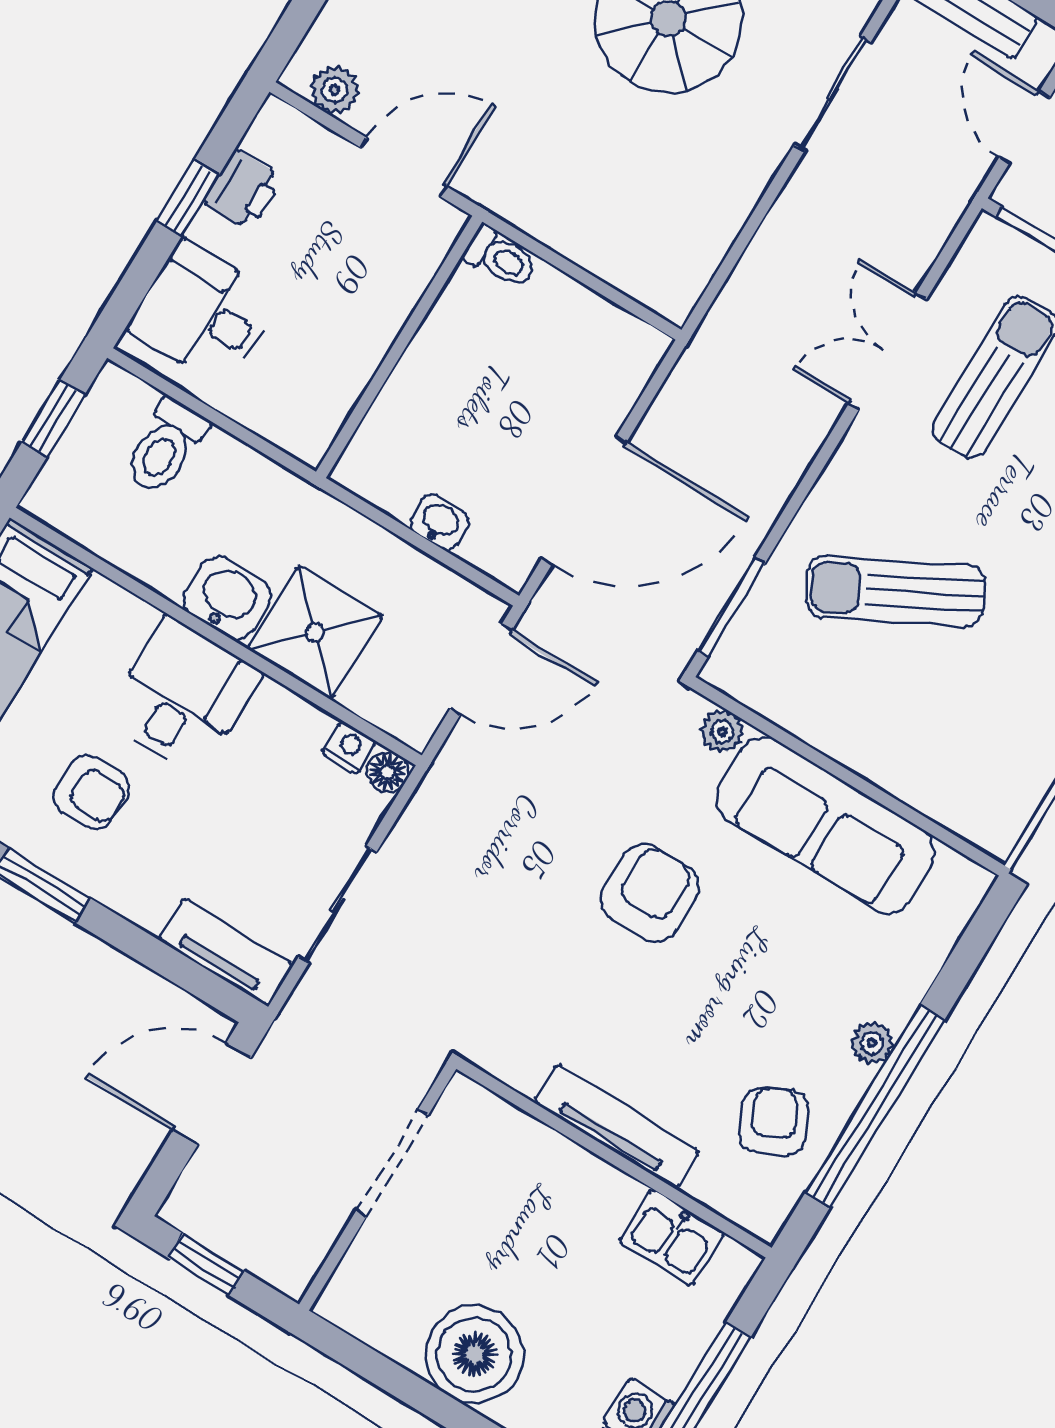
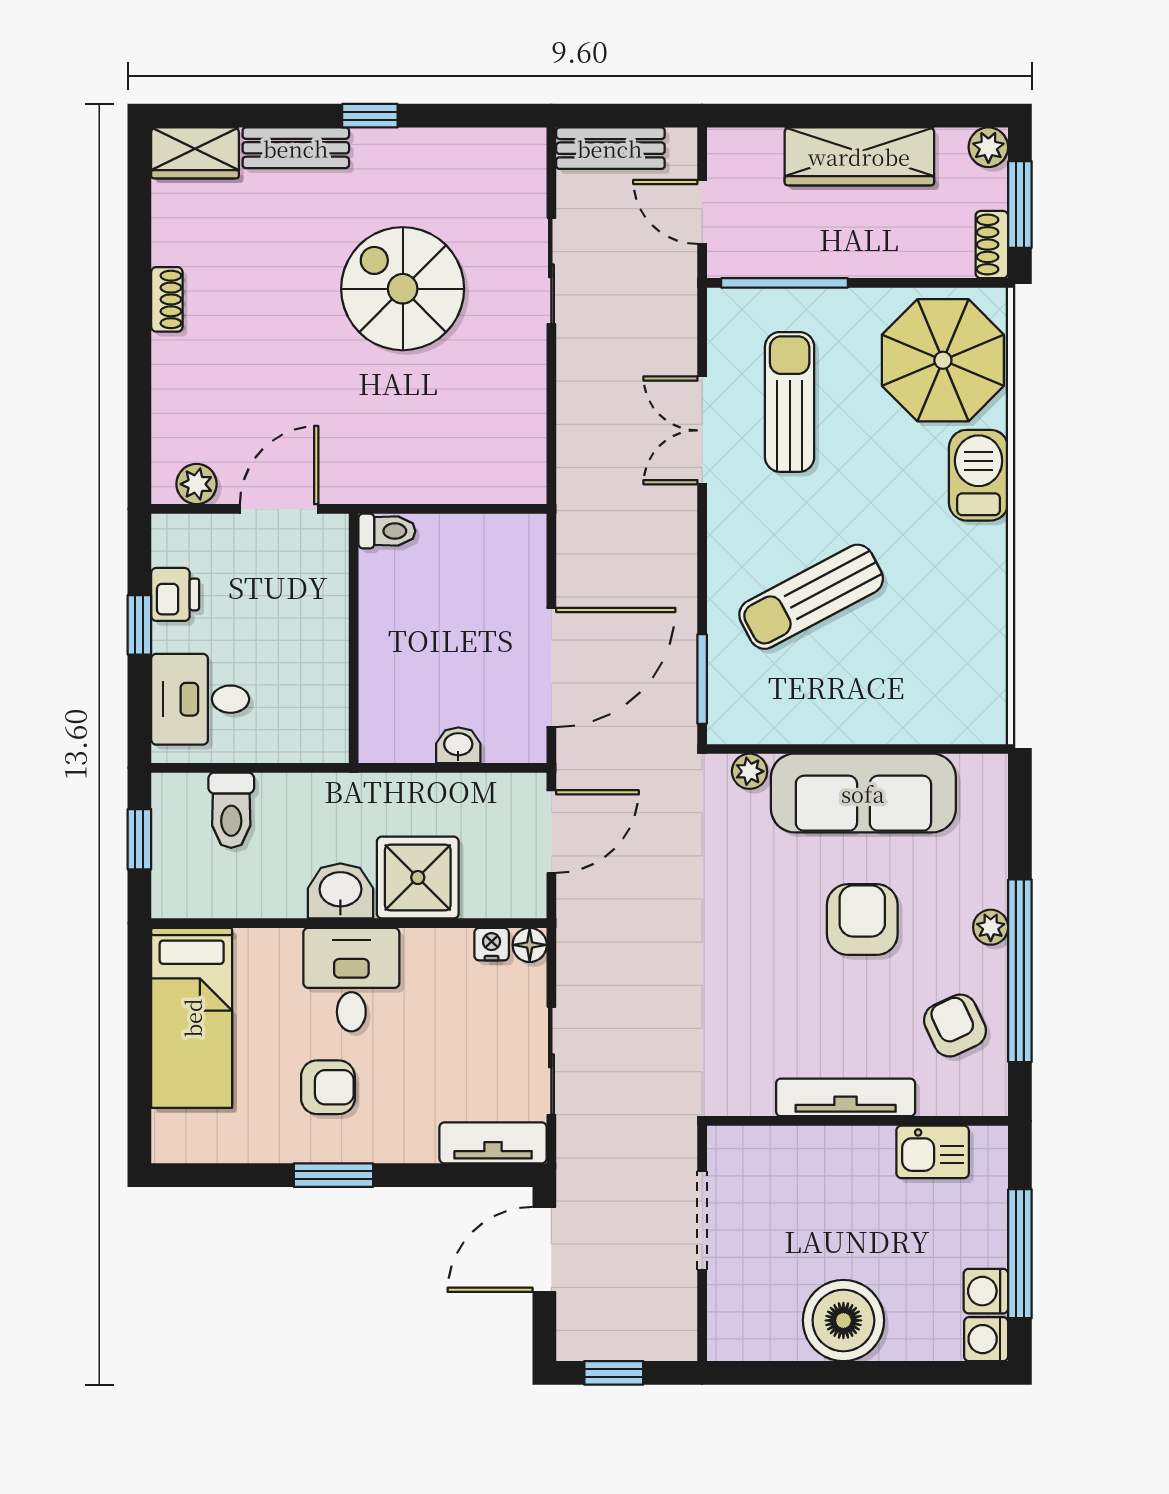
armchair: (650, 893) -> (862, 919), moved

